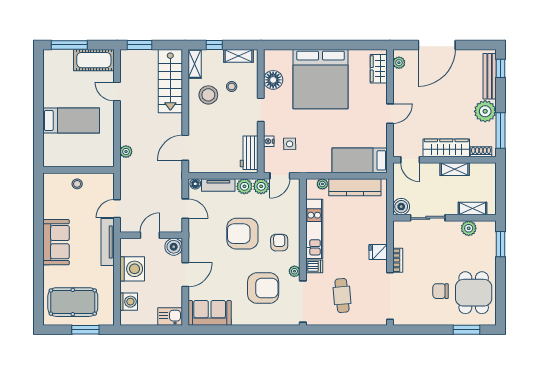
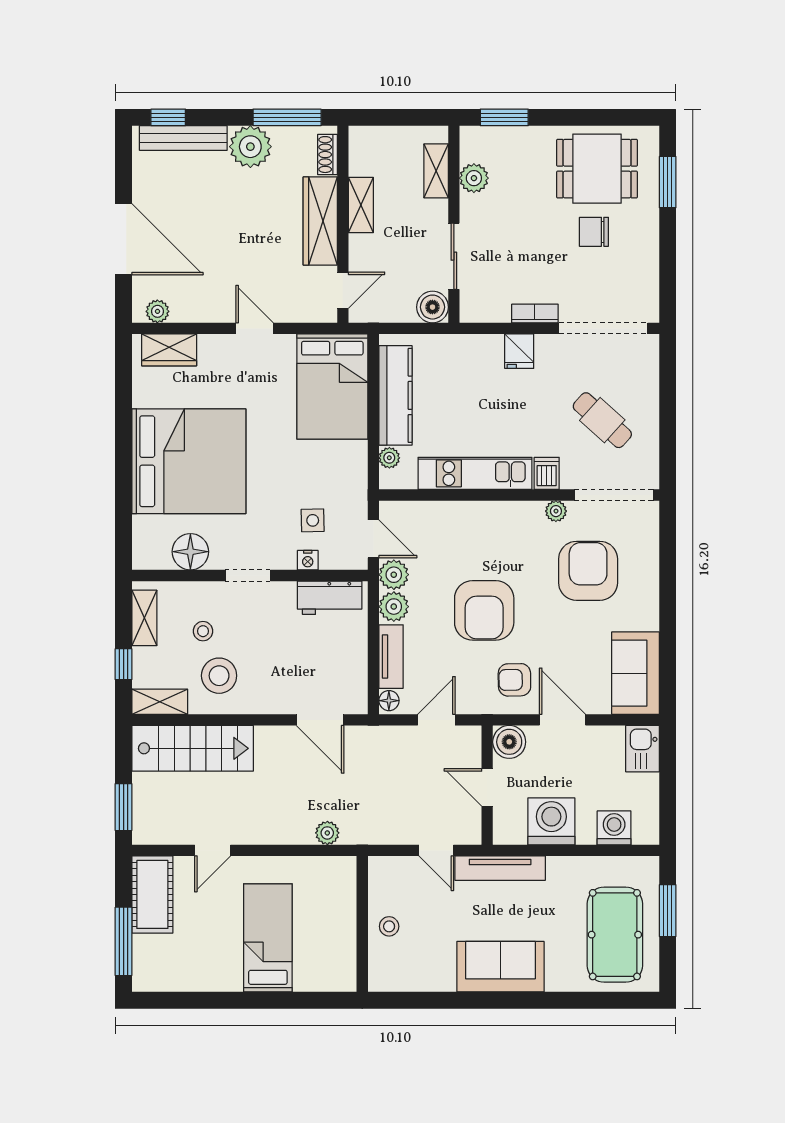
bed: (360, 160) -> (332, 387), width x1.50
armchair: (279, 243) -> (514, 680), moved
chair: (441, 291) -> (594, 232), turned 90
cafe table: (342, 295) -> (602, 420), turned 47

